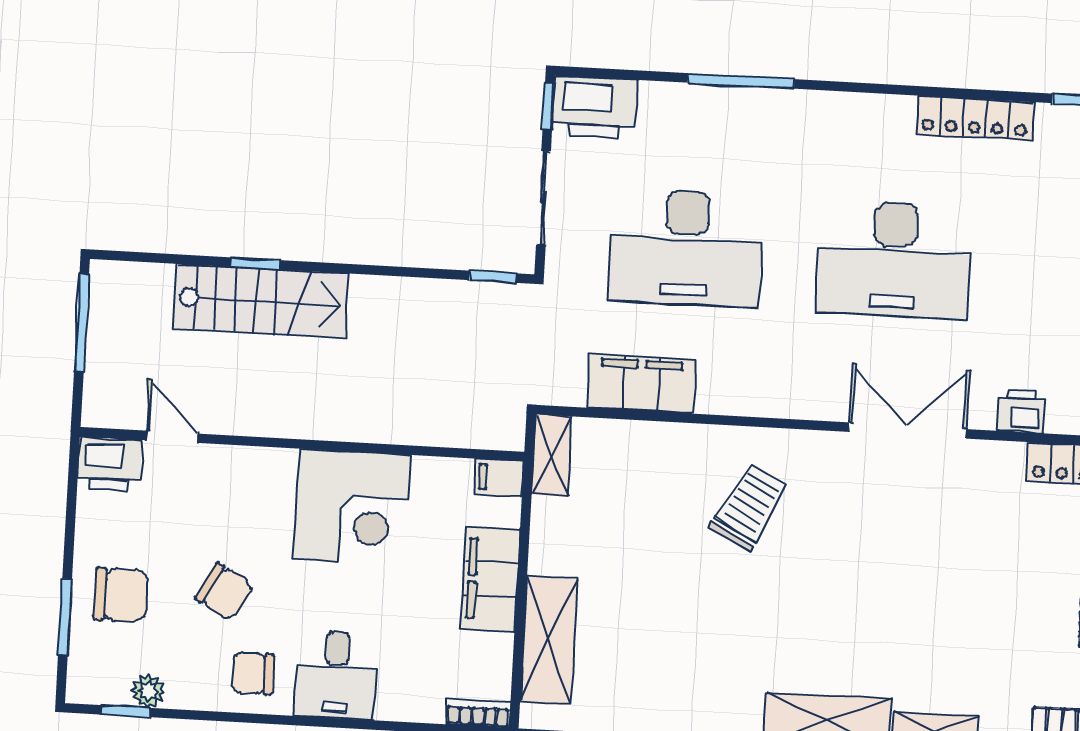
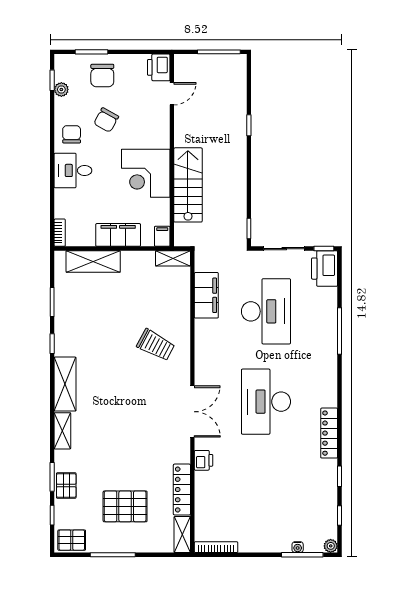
desk: (686, 248) -> (266, 311), turned 180
stairs: (261, 301) -> (188, 185), moved, turned 180

